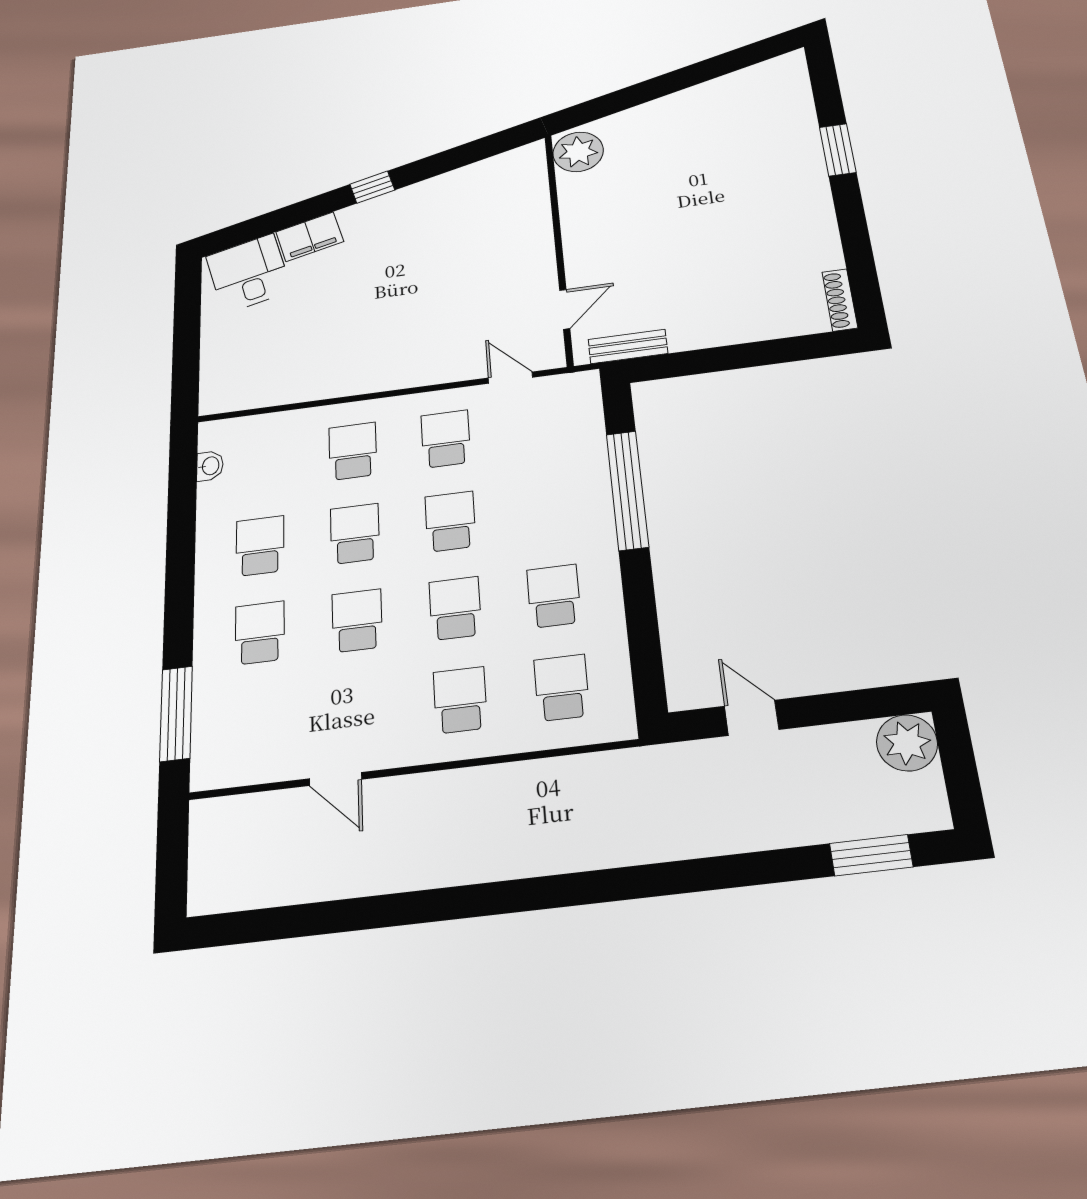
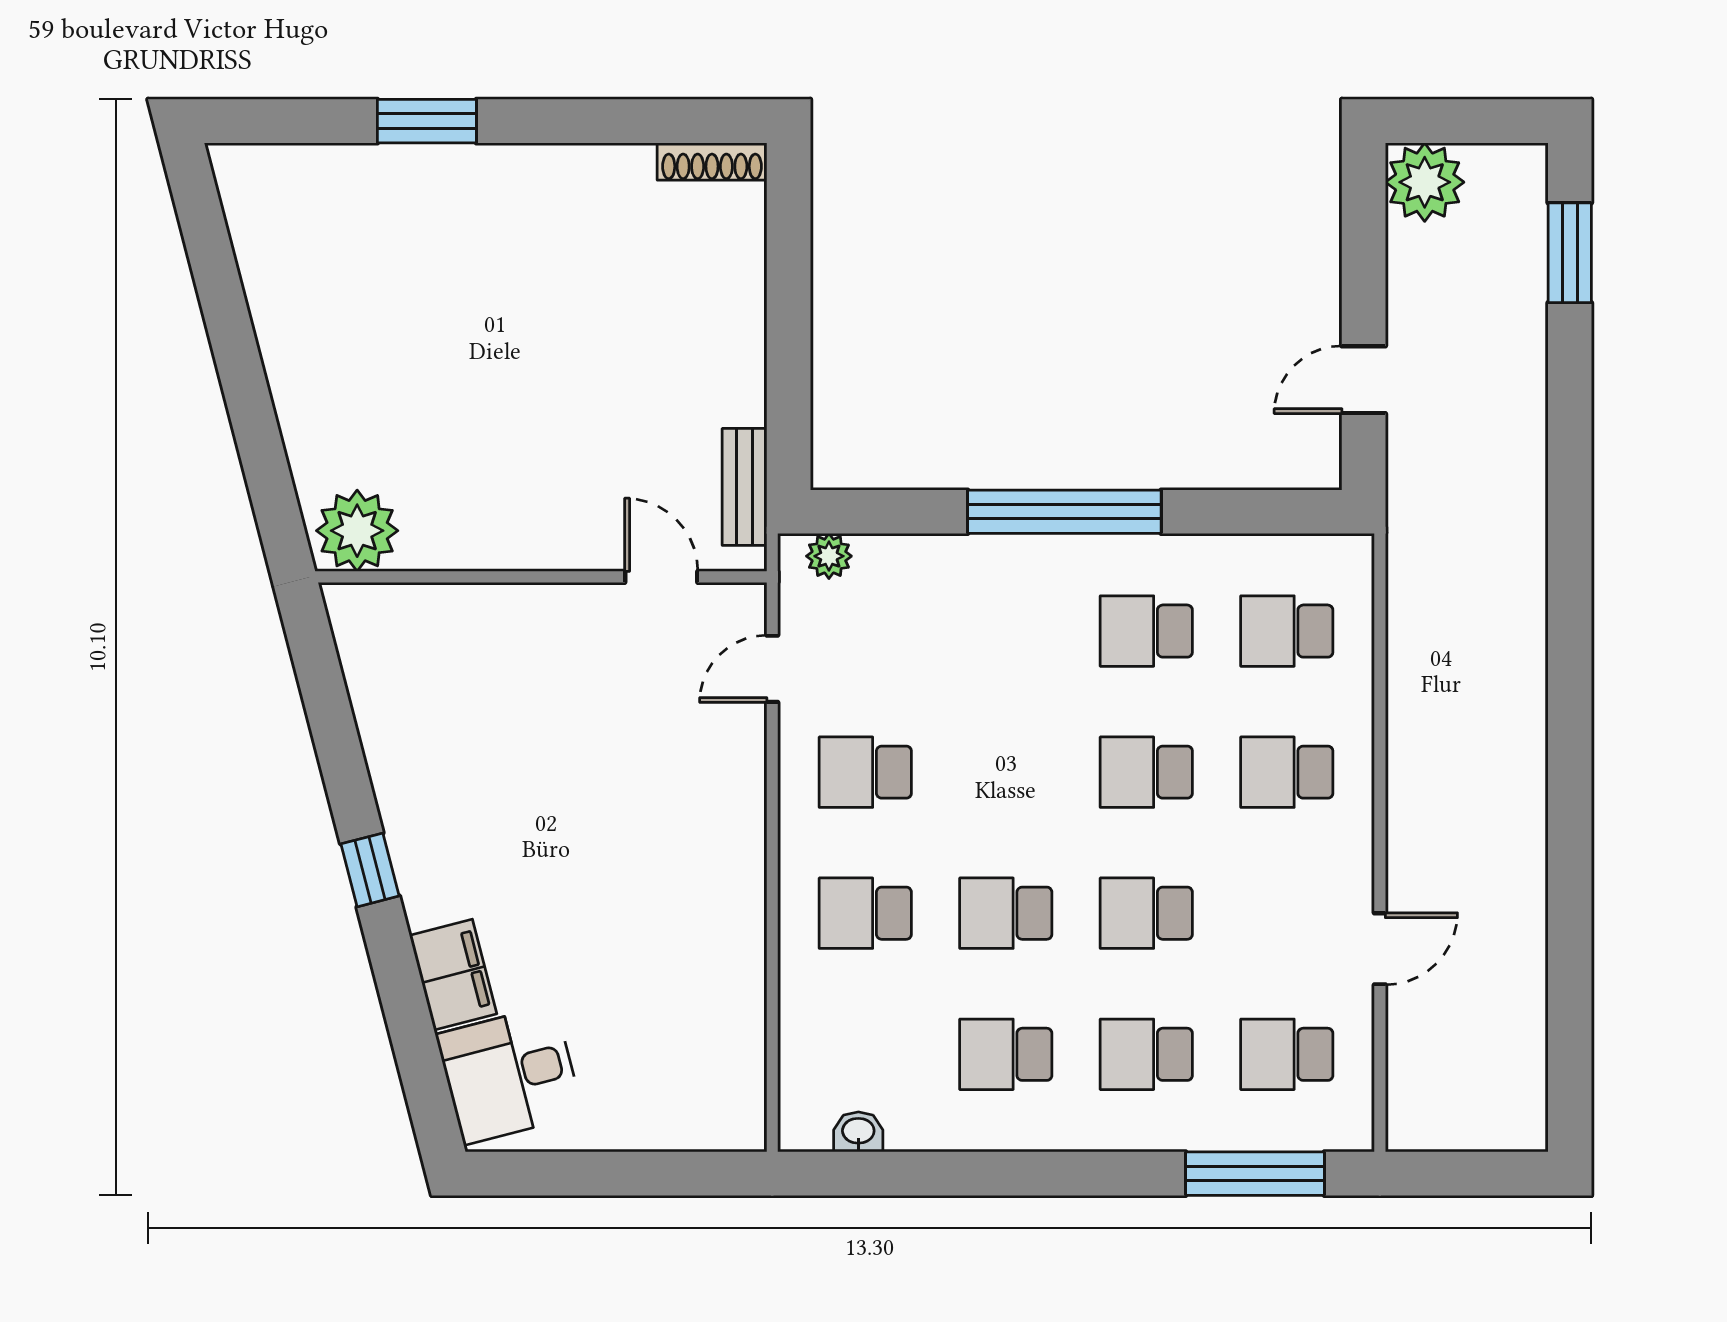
plant: (587, 399) -> (829, 556), added
window: (627, 490) -> (1064, 512), moved
school desk: (450, 521) -> (1287, 1054), moved

